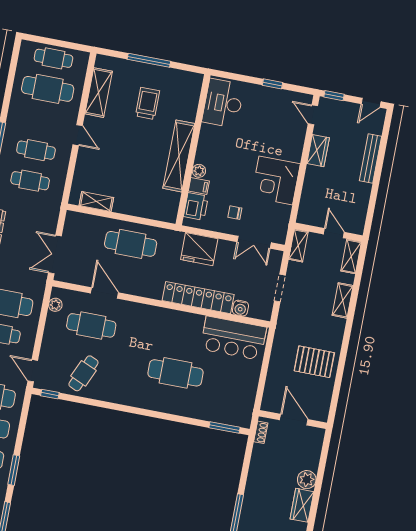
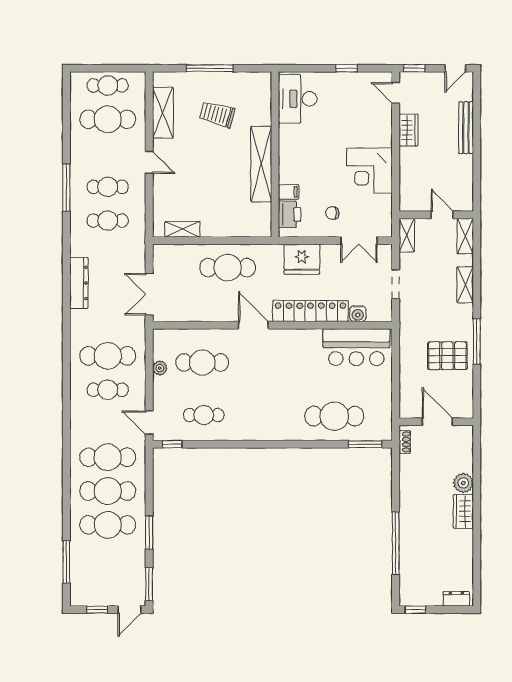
trolley: (148, 103) -> (217, 114), turned -75
plant: (199, 171) -> (286, 176), removed
door: (104, 293) -> (253, 325), moved
plant: (55, 305) -> (160, 368), moved
window: (343, 354) -> (477, 342), added
cafe table: (83, 373) -> (204, 415), turned 66
cafe table: (176, 373) -> (334, 416), moved

